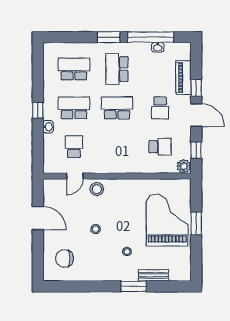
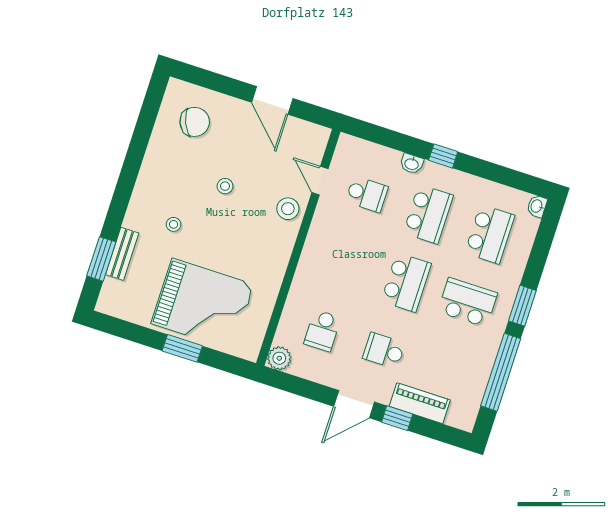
washbasin: (158, 47) -> (537, 206), moved
window: (196, 150) -> (298, 386), removed
door: (38, 218) -> (272, 100), hinge flipped
chair: (65, 258) -> (195, 122), turned 67
window: (134, 286) -> (101, 259), moved

